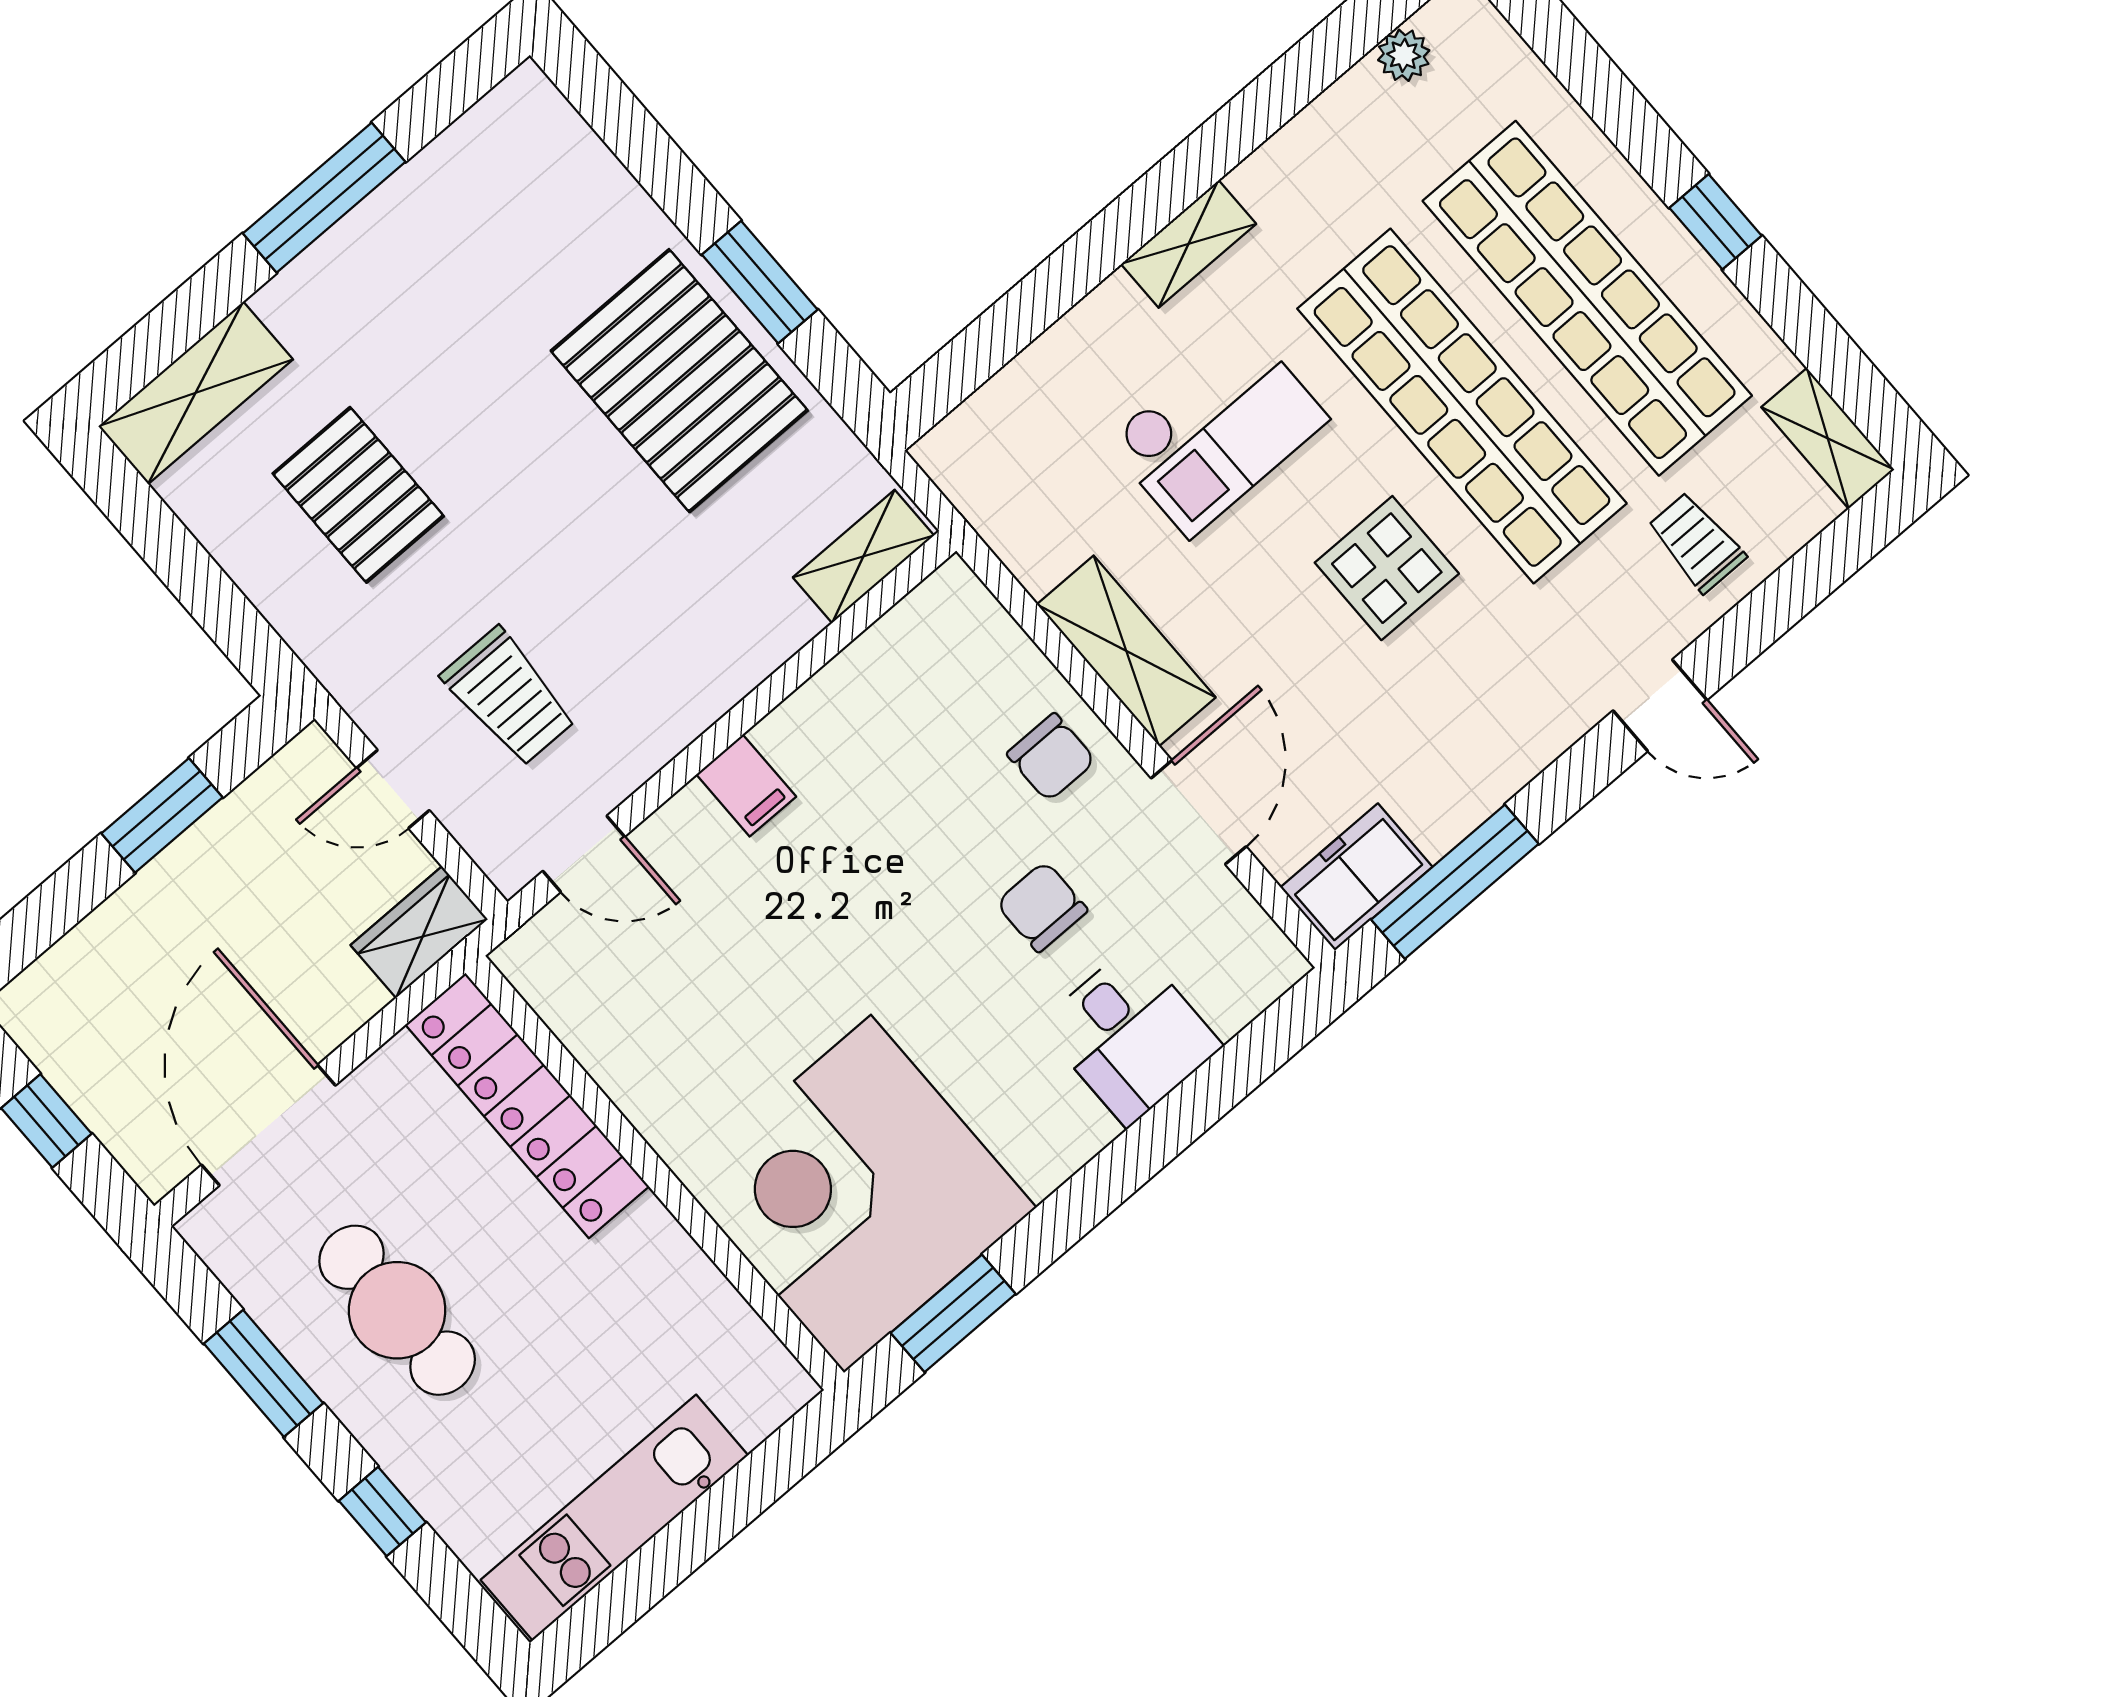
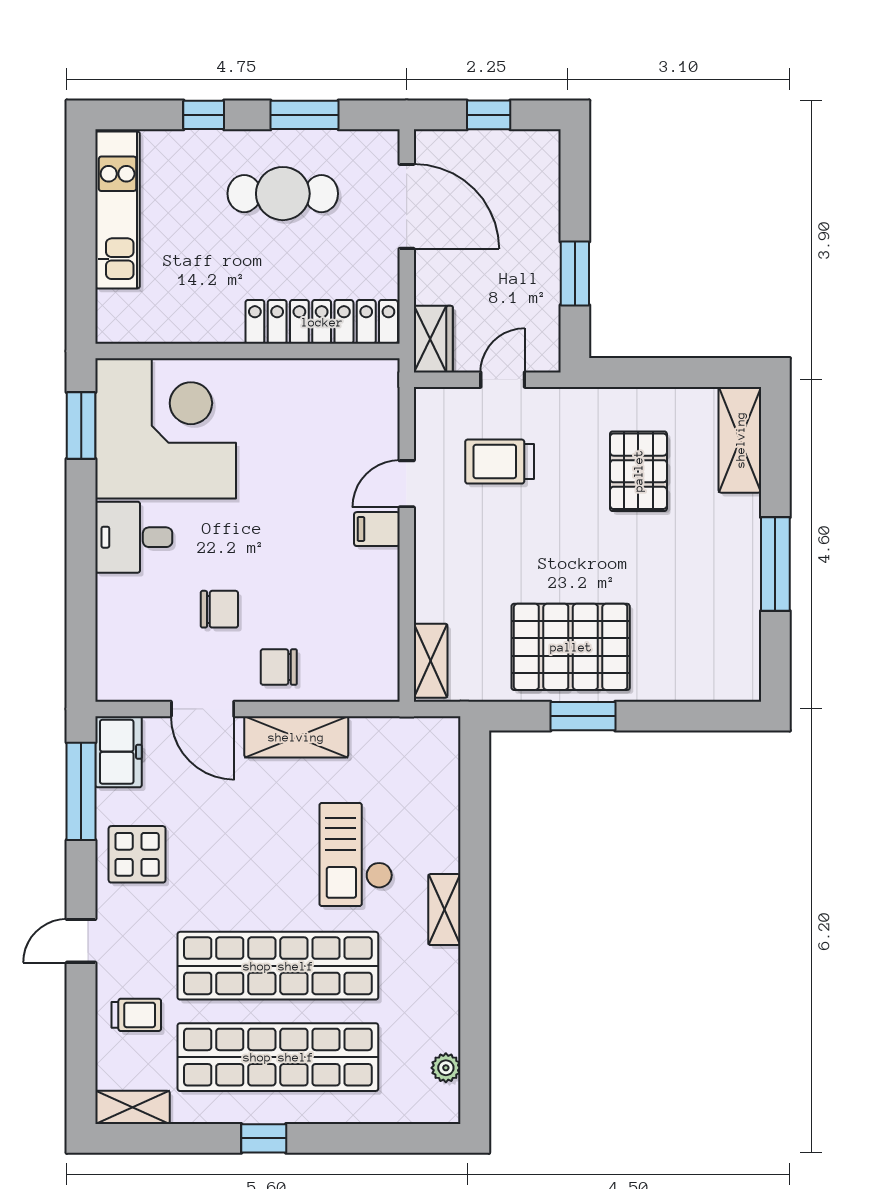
pallet: (358, 495) -> (638, 471), turned 90
display table: (1387, 568) -> (137, 854), moved
door: (584, 854) -> (407, 484), moved
desk: (1130, 1035) -> (134, 537), moved

